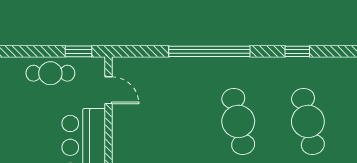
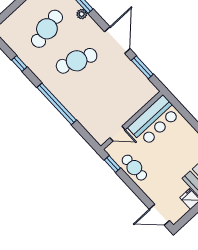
door: (108, 90) -> (117, 134), swing flipped
cafe table: (238, 121) -> (77, 61), turned 33

